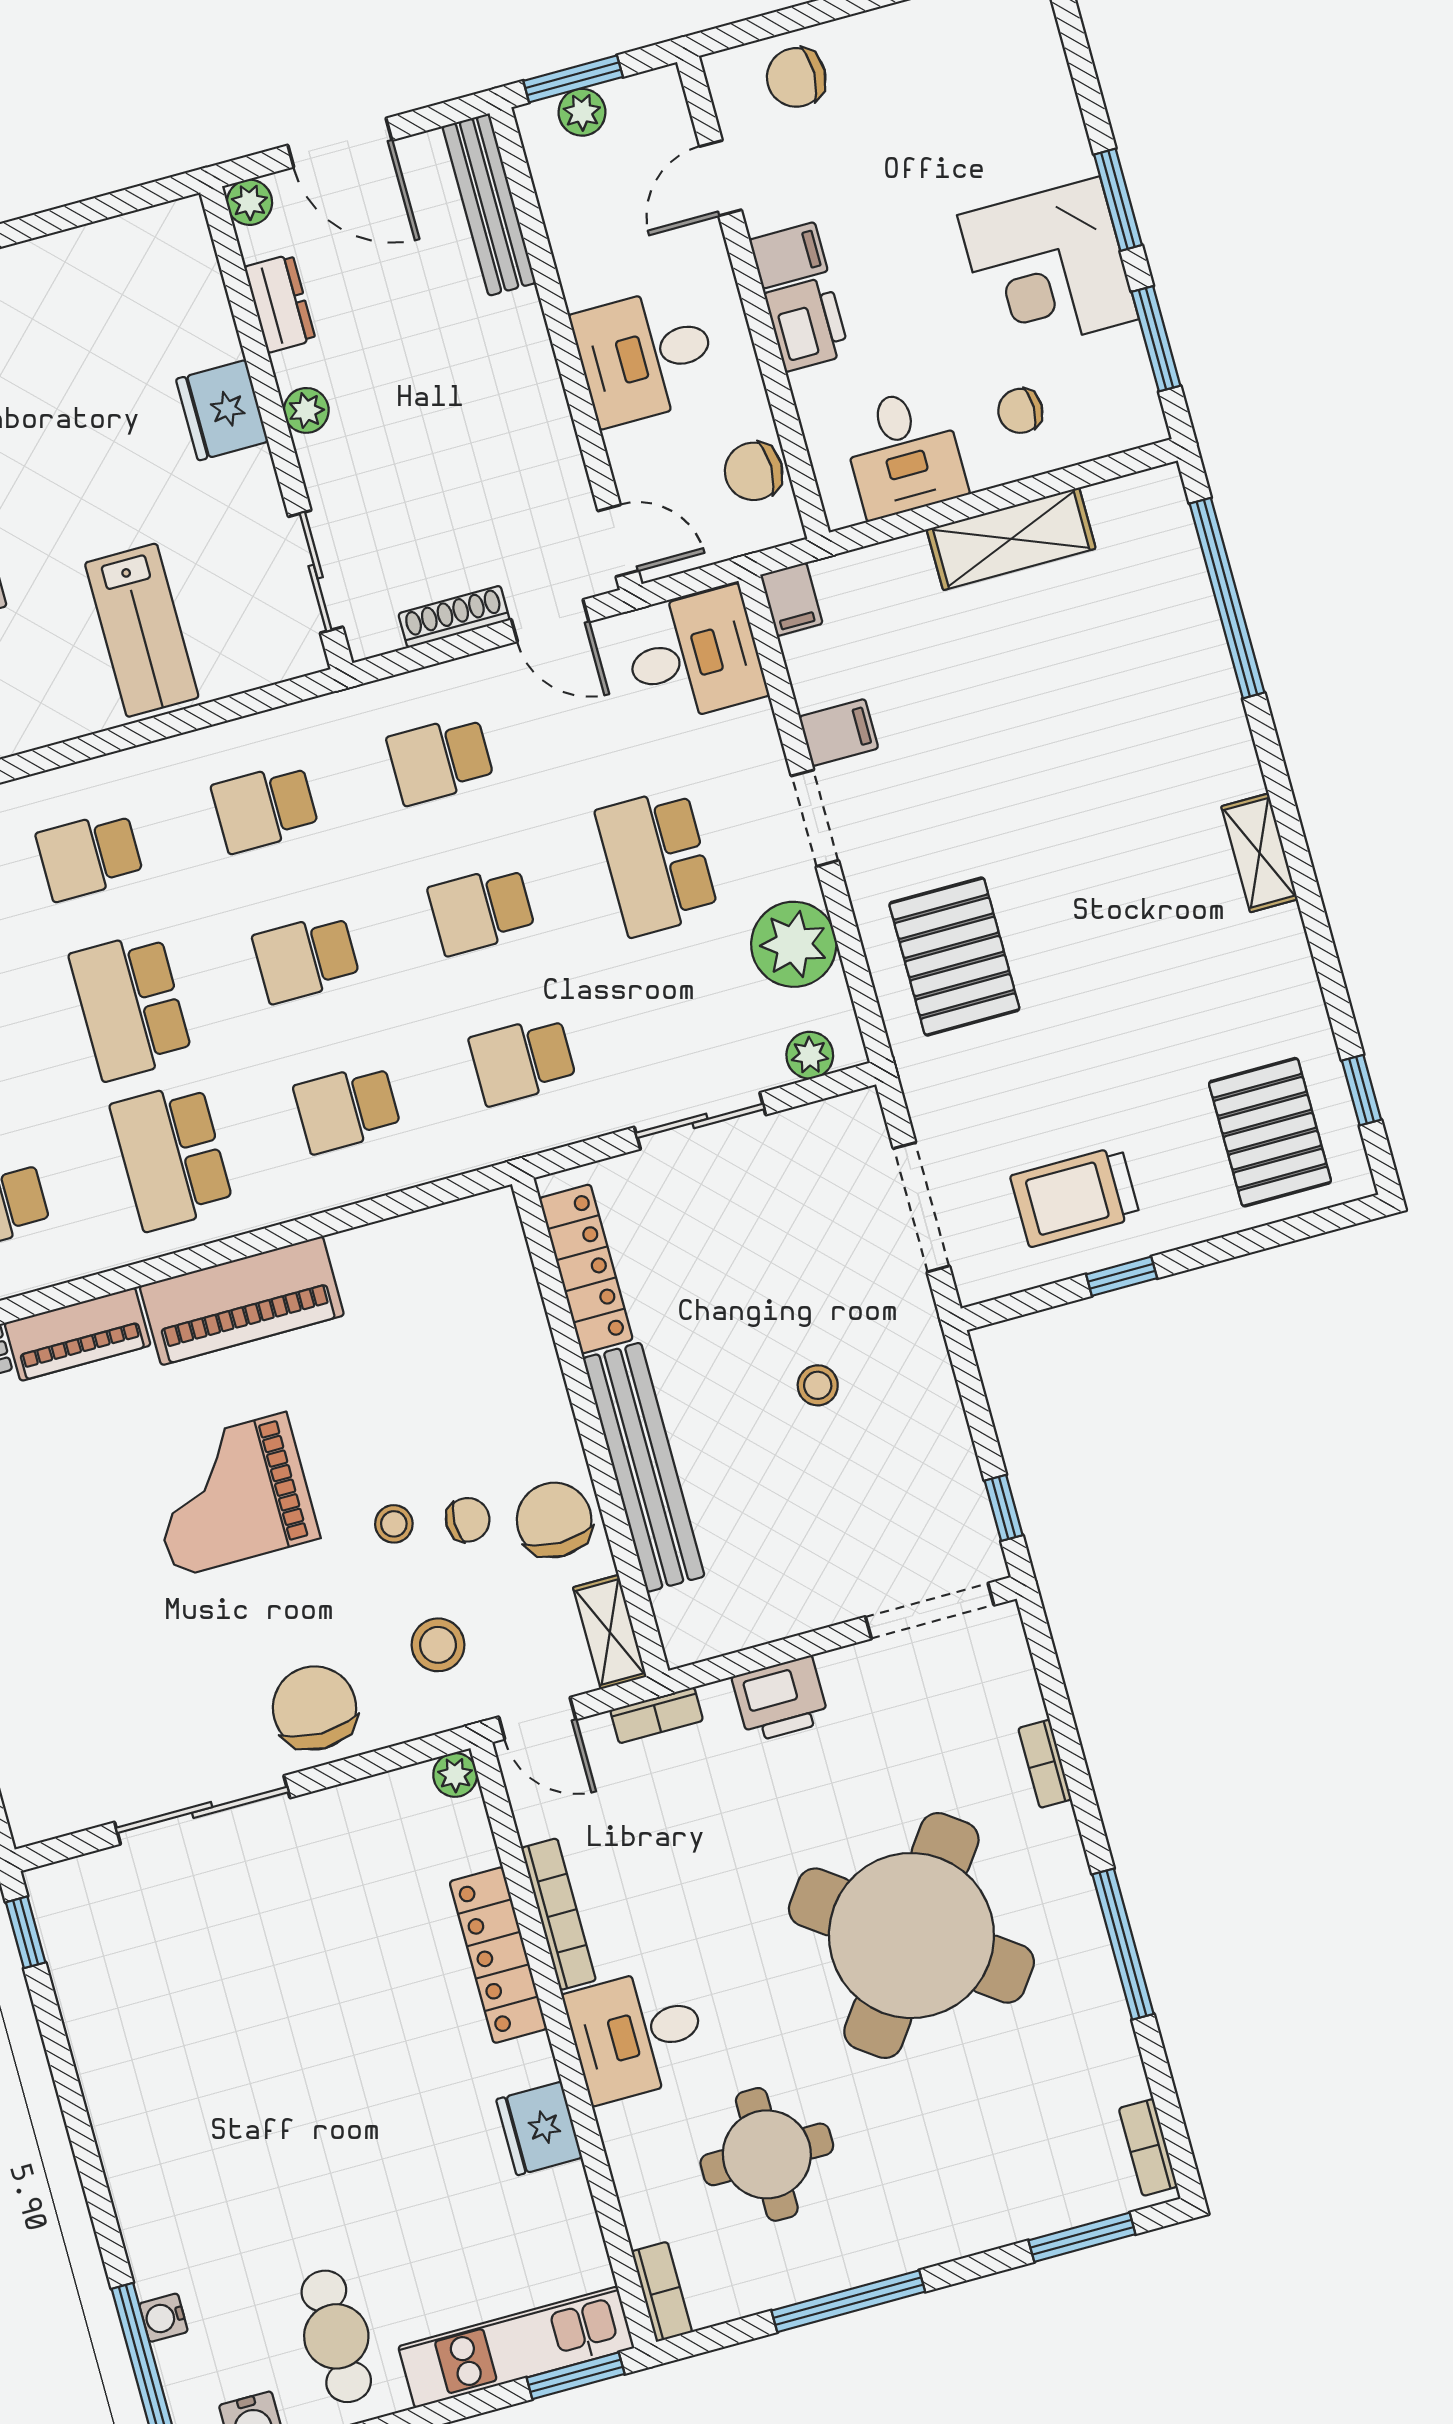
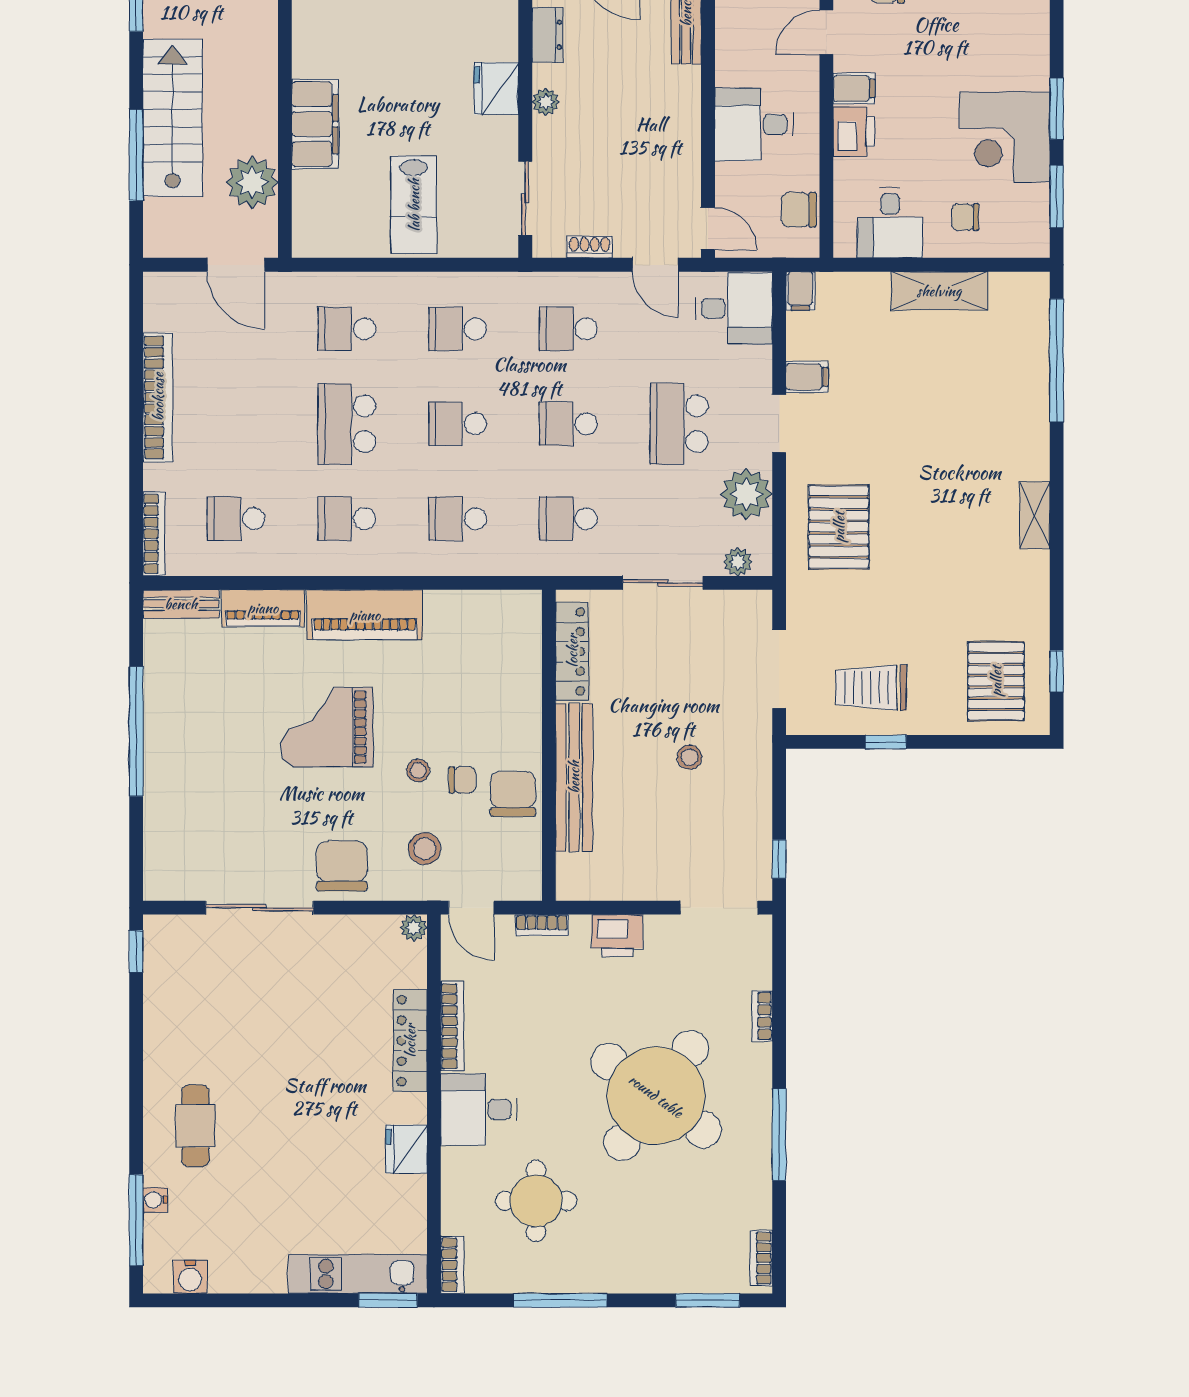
shoe rack: (454, 617) -> (590, 247), width x0.70
school desk: (172, 1156) -> (347, 519), width x0.54
shelving: (610, 1632) -> (528, 869), removed
cafe table: (336, 2336) -> (195, 1126), moved

